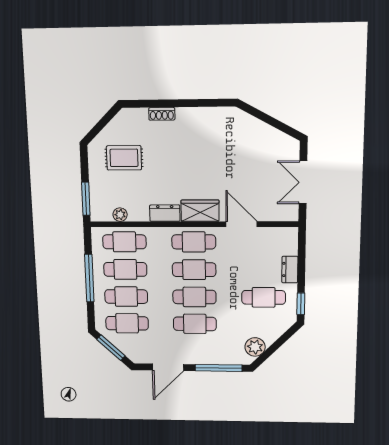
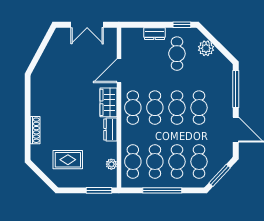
shoe rack: (162, 114) -> (35, 130), width x1.43
rug: (124, 158) -> (68, 160), turned 90
plant: (255, 347) -> (206, 48), moved

